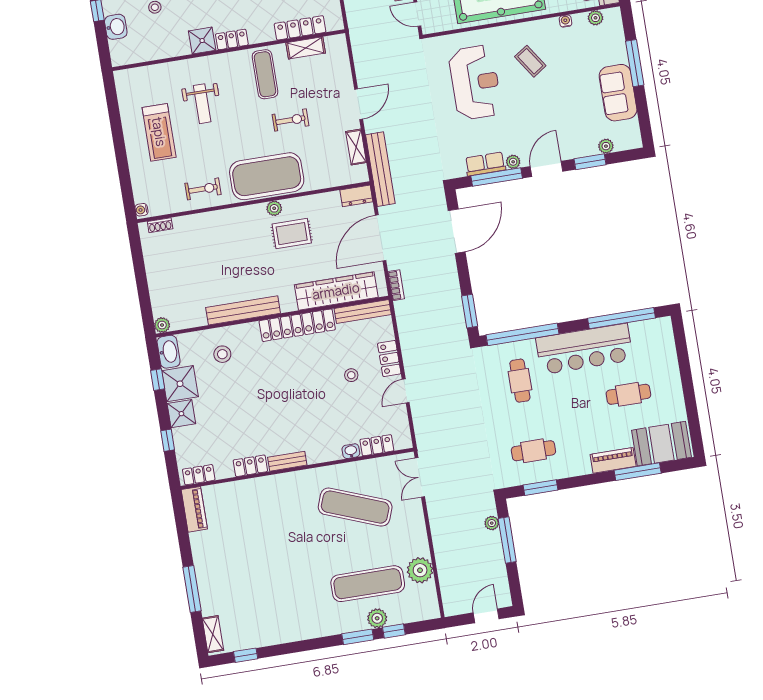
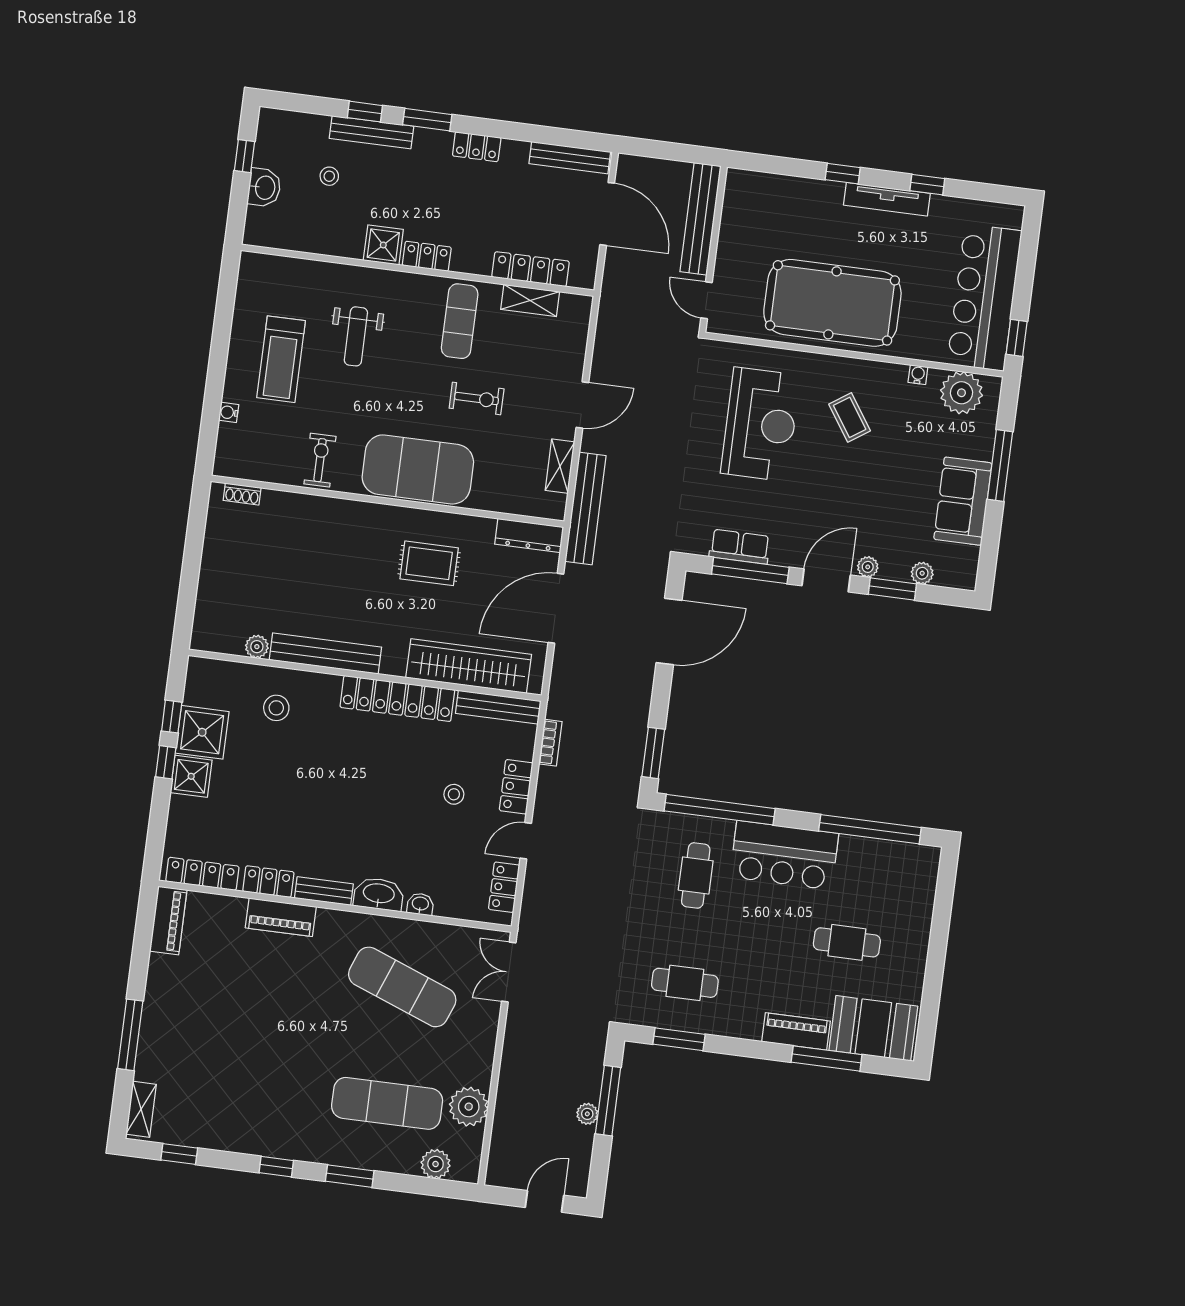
plant: (595, 18) -> (961, 393), width x1.88, depth x1.88
plant: (513, 162) -> (868, 567), moved
exercise bike: (203, 189) -> (320, 460), turned -90
dresser: (356, 196) -> (529, 536), width x1.44
plant: (274, 208) -> (415, 519), removed
water cooler: (141, 210) -> (229, 412), moved
bookcase: (396, 285) -> (550, 743), moved
plant: (162, 325) -> (257, 647), moved
bar counter: (584, 349) -> (784, 855), width x0.73
washbasin: (169, 352) -> (379, 894), moved, turned -90
window: (168, 440) -> (166, 762), moved
locker: (377, 445) -> (504, 887), moved, turned -90
locker: (199, 475) -> (202, 874), width x1.53
piano: (265, 486) -> (281, 917), added
plant: (492, 523) -> (587, 1114), moved
plant: (377, 618) -> (436, 1164), moved
window: (394, 631) -> (276, 1167), moved

